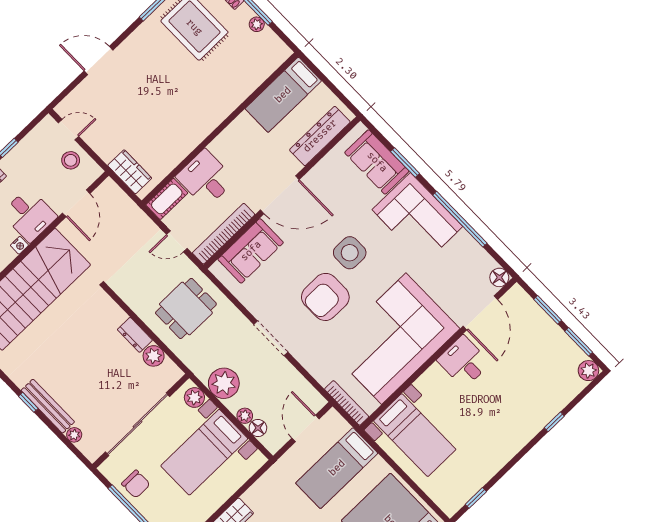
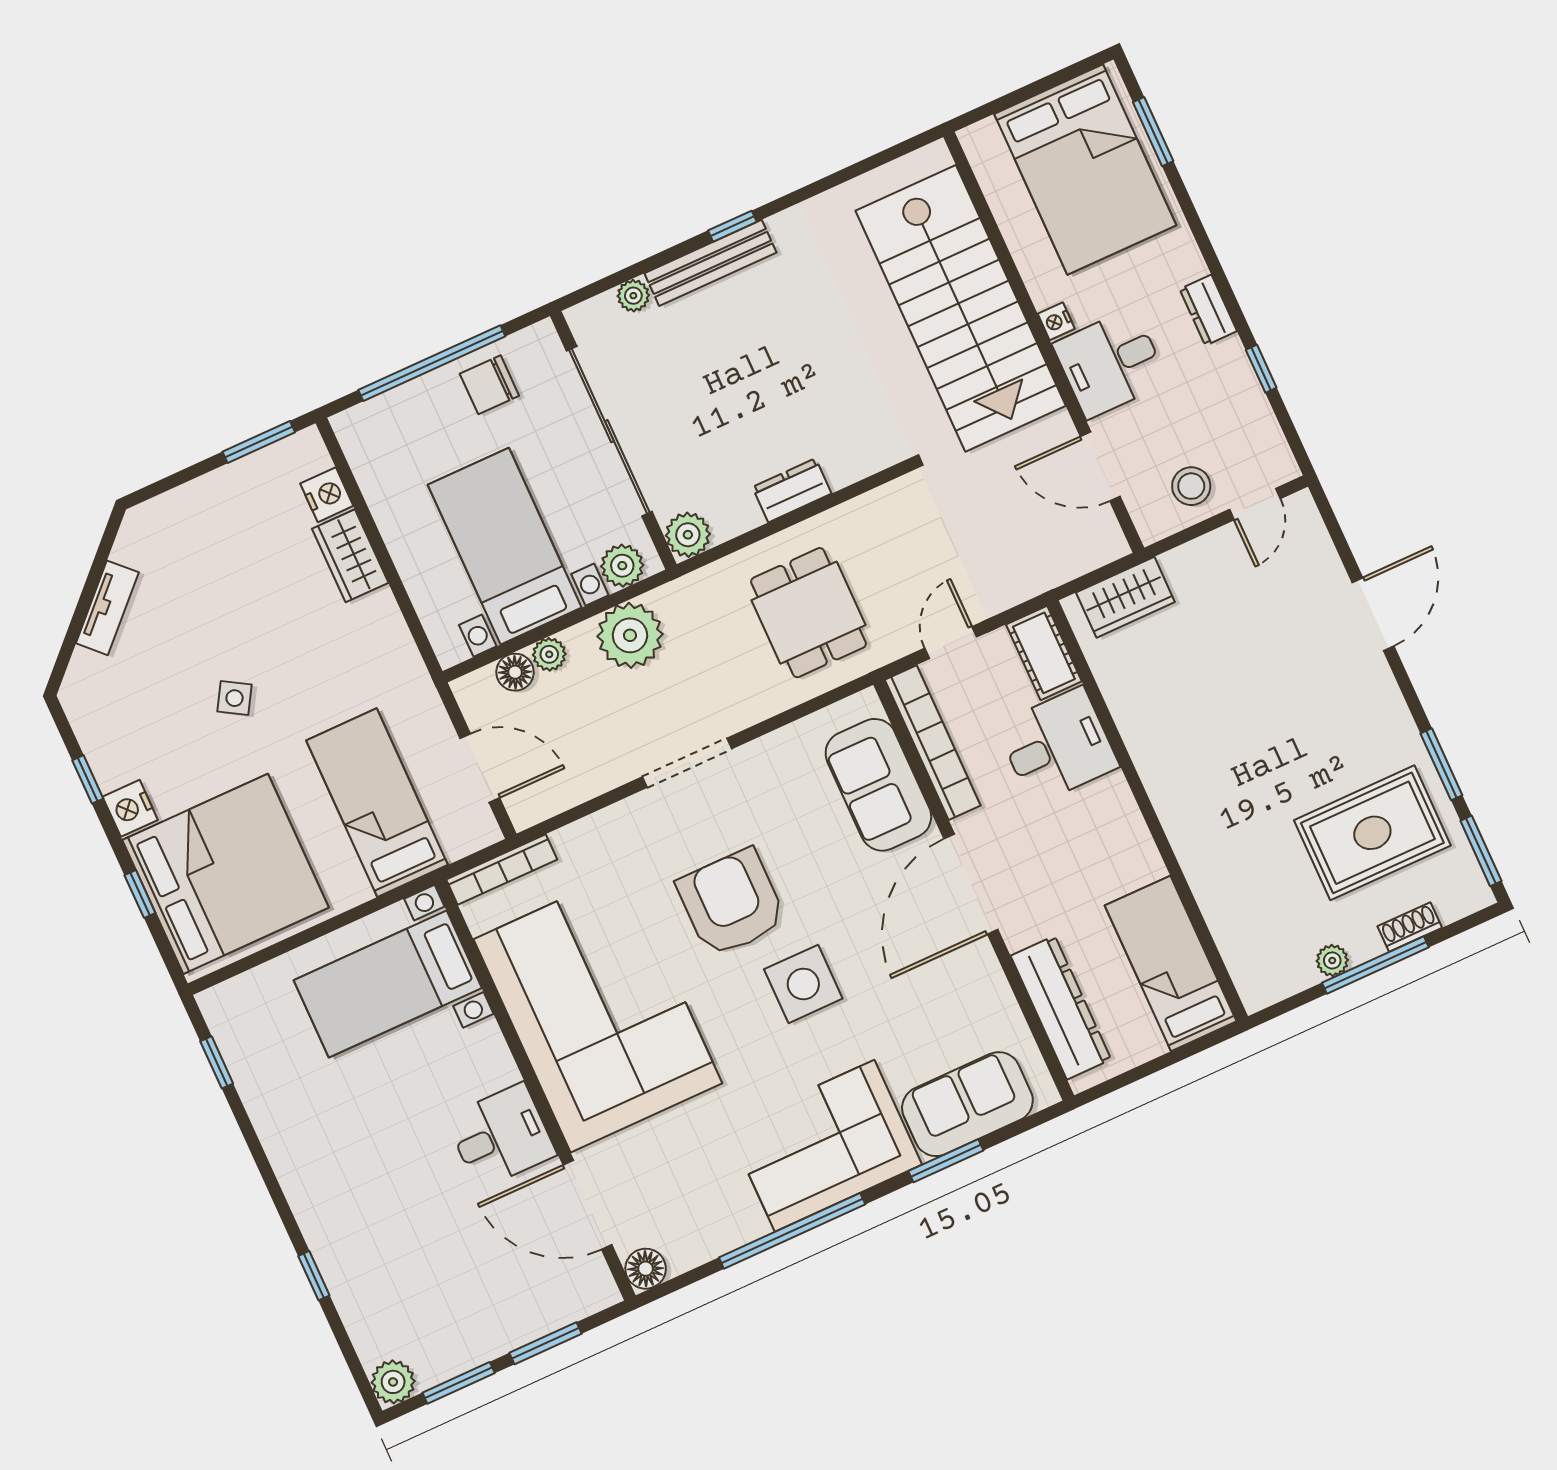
plant: (154, 356) -> (688, 535), moved

